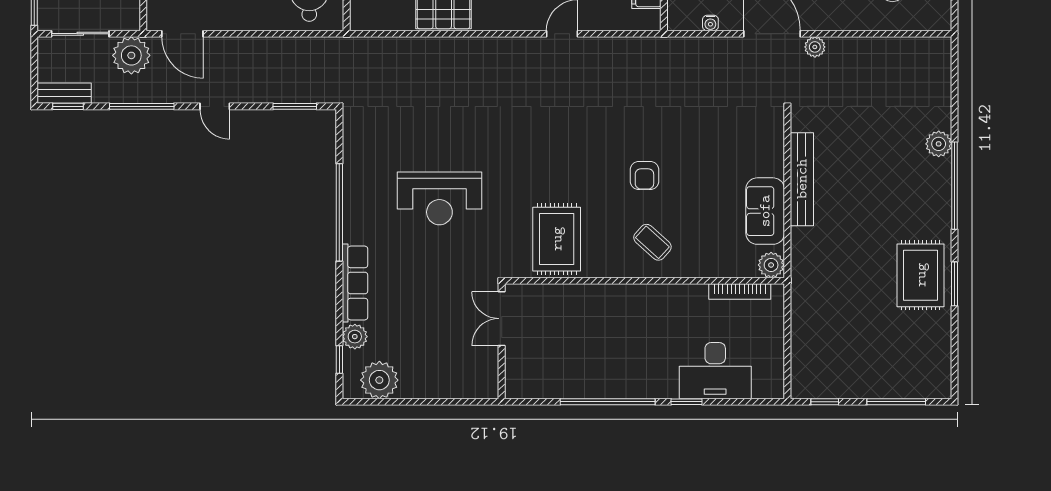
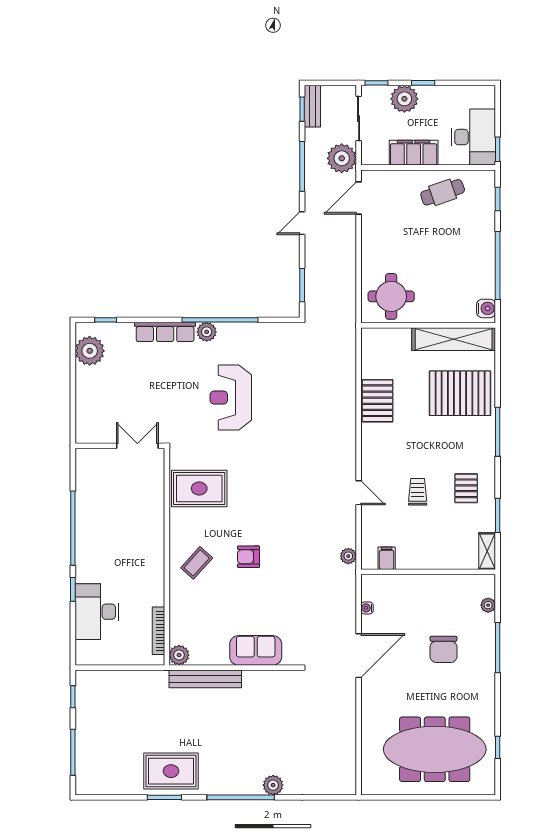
plant: (815, 47) -> (348, 556), moved
bench: (802, 179) -> (205, 679), moved
sofa: (765, 211) -> (256, 650), moved
plant: (355, 337) -> (207, 332), moved

